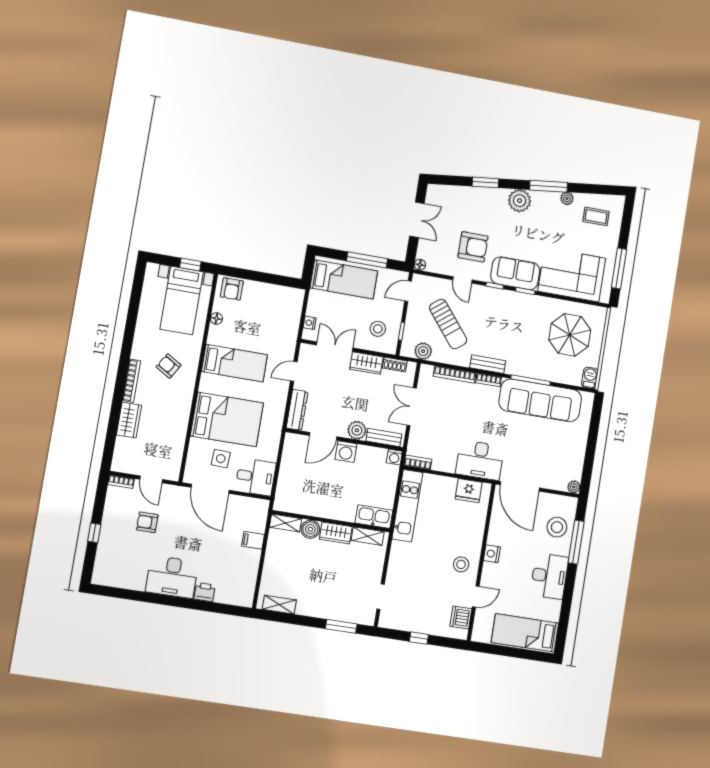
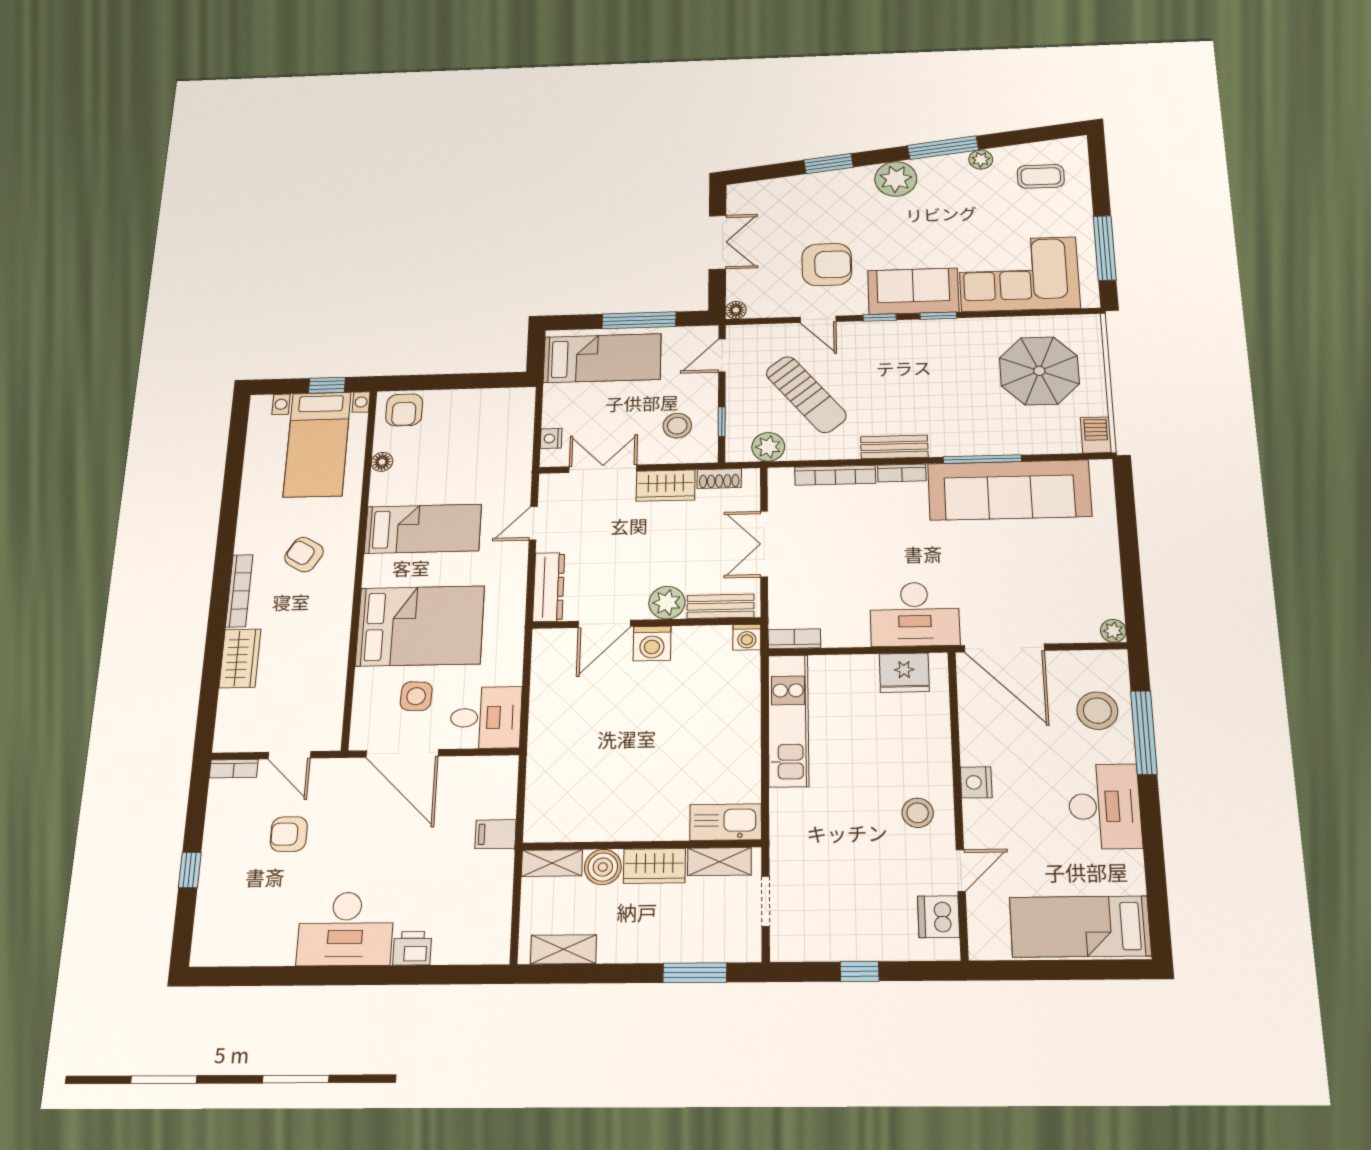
kitchen sink: (374, 517) -> (726, 822), moved
wall: (331, 521) -> (641, 845), moved
shelving: (286, 523) -> (552, 863), moved
boiler: (310, 529) -> (603, 867), moved
wardrobe: (336, 533) -> (654, 866), moved
shelving: (368, 536) -> (719, 862), moved

